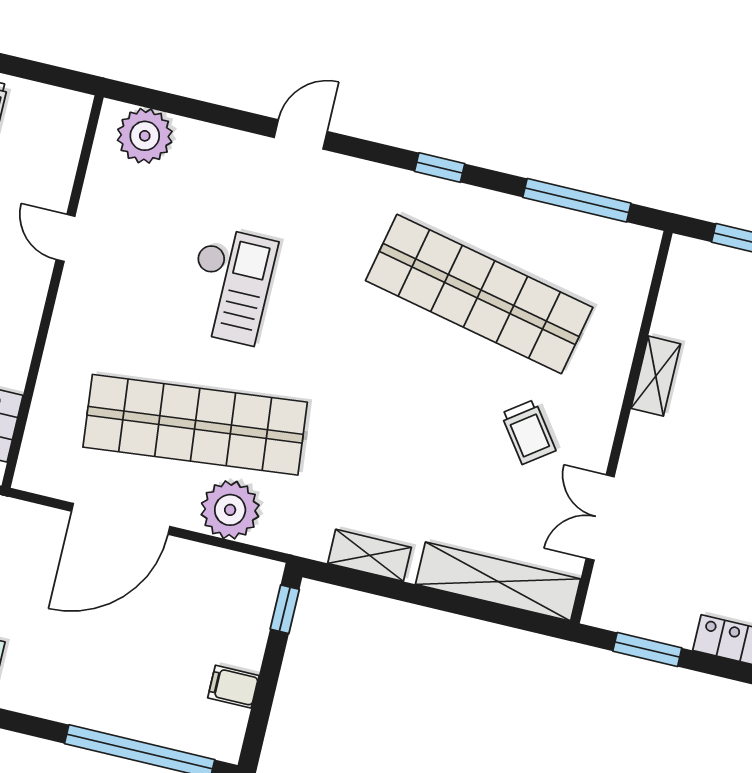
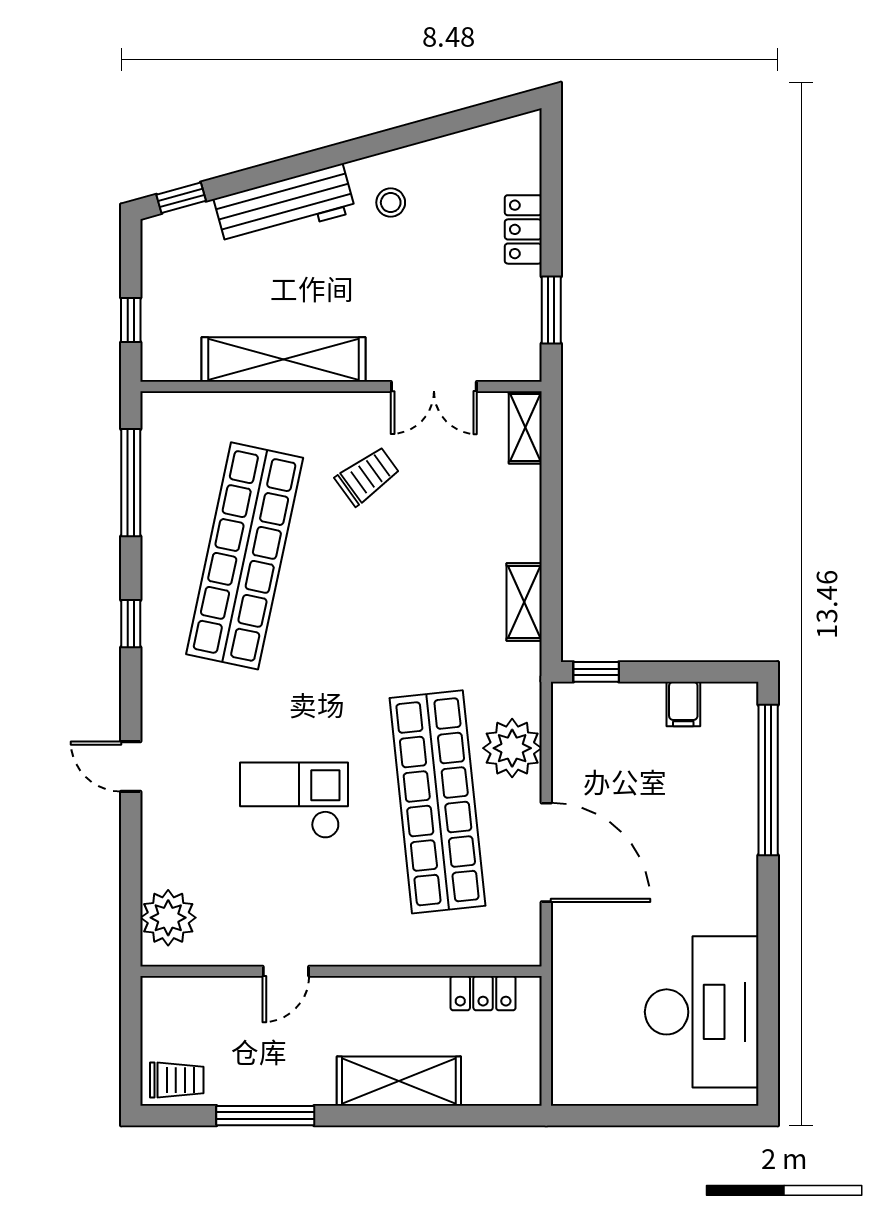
shelving: (656, 376) -> (283, 360), width x2.20, depth x1.33
shelving: (498, 582) -> (525, 427), width x0.45, depth x0.75

